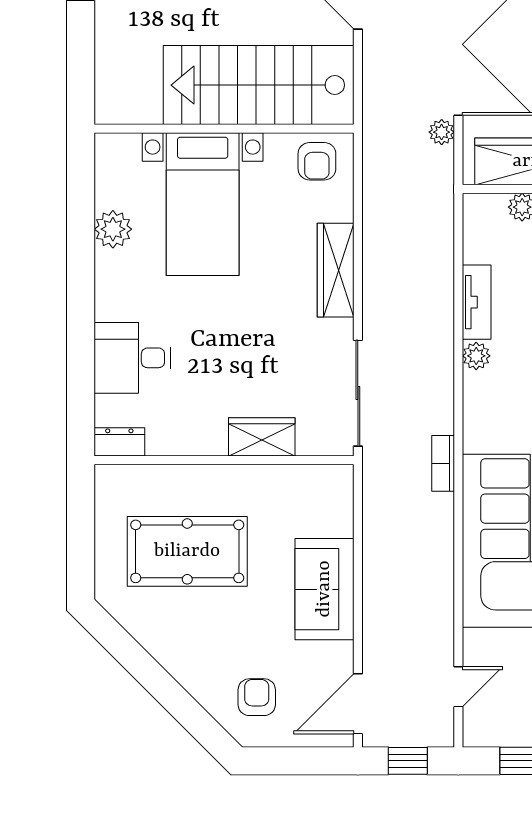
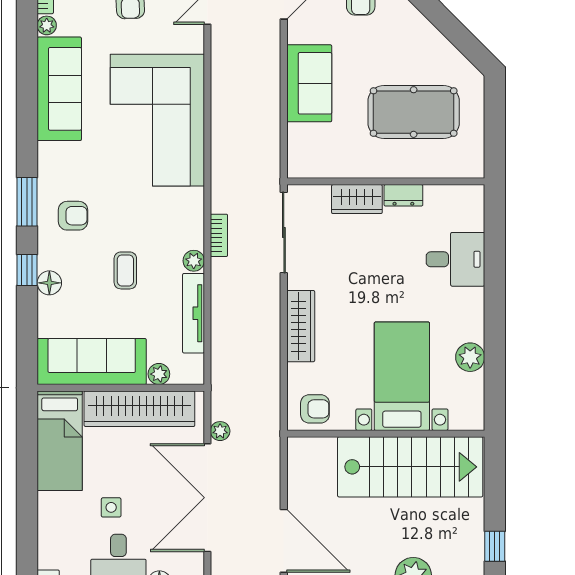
stairs: (259, 85) -> (410, 467), moved
armchair: (317, 161) -> (315, 409), turned 90
tv unit: (477, 302) -> (193, 313), width x1.41
dresser: (119, 442) -> (403, 195), moved
bookcase: (443, 463) -> (219, 235), moved

